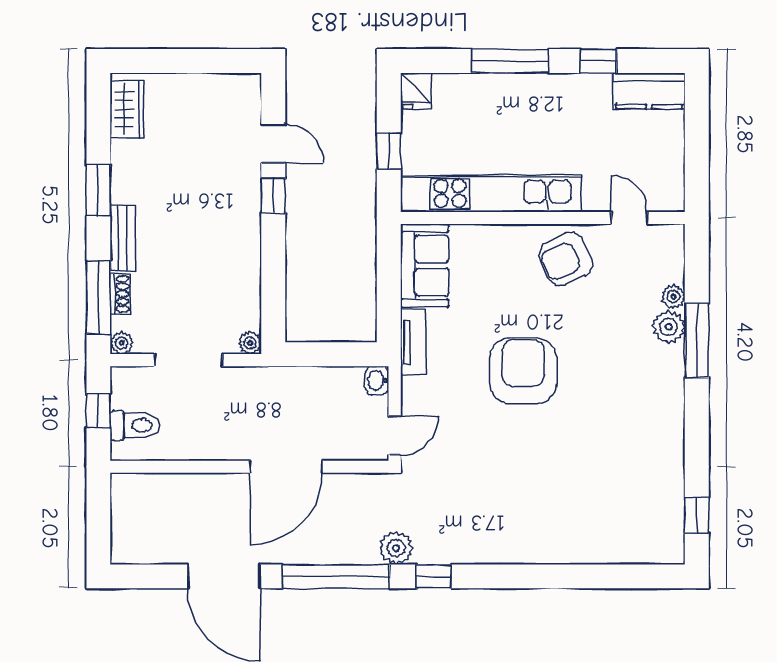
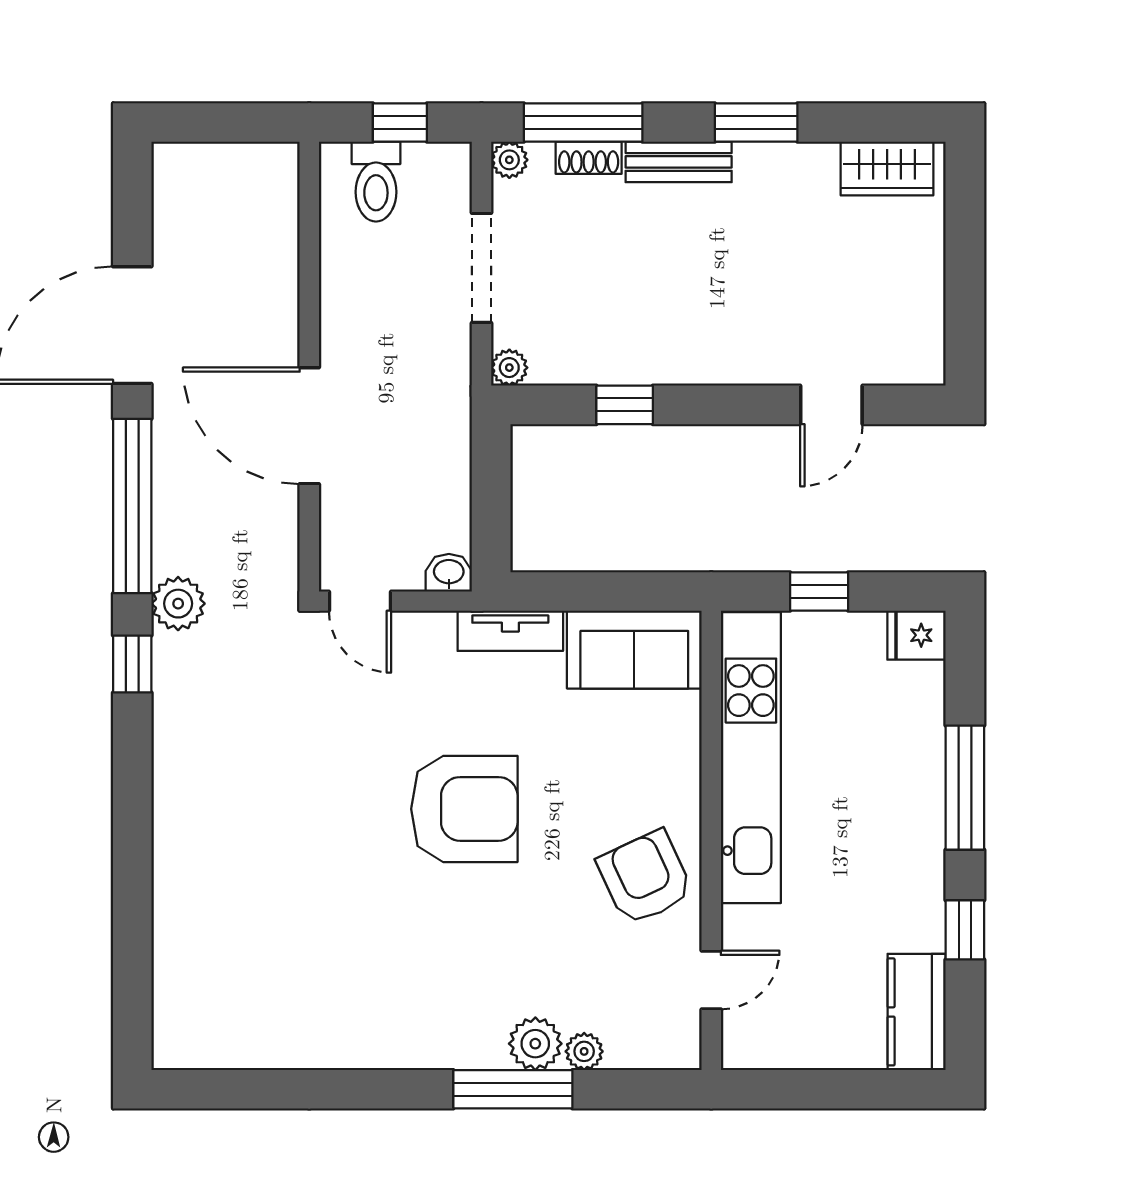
window: (273, 195) -> (625, 405), moved
window: (697, 515) -> (231, 1089), removed

